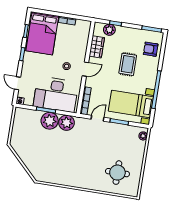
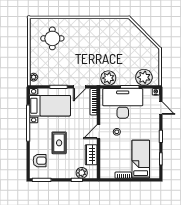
bed: (42, 33) -> (141, 159), width x0.67
plant: (50, 121) -> (144, 77), moved

